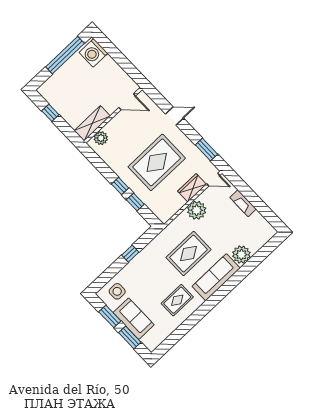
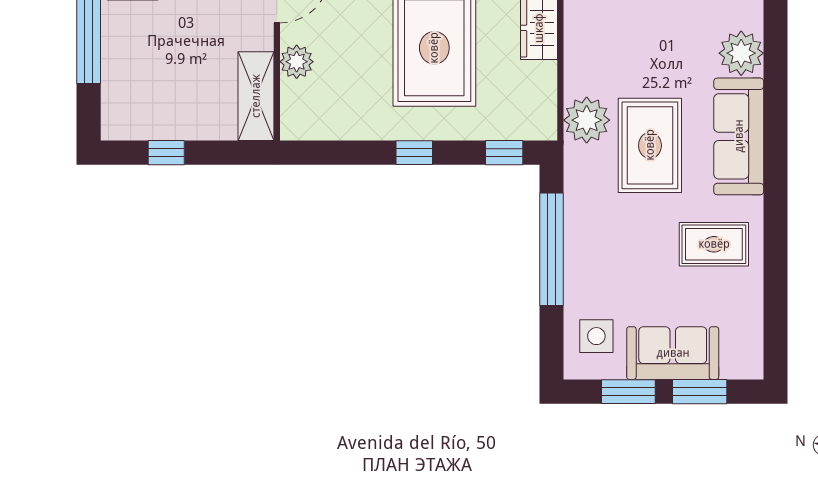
plant: (101, 138) -> (297, 62), moved
window: (135, 202) -> (504, 153), moved
plant: (197, 210) -> (587, 120), moved
window: (130, 254) -> (552, 249), width x3.17
rug: (177, 300) -> (714, 244), turned 90

